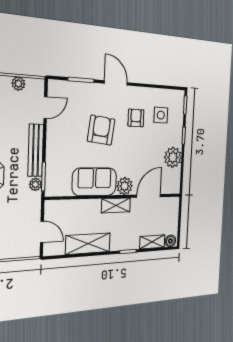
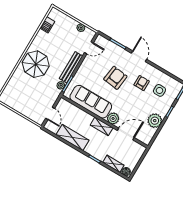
sofa: (94, 182) -> (91, 102), width x1.36

